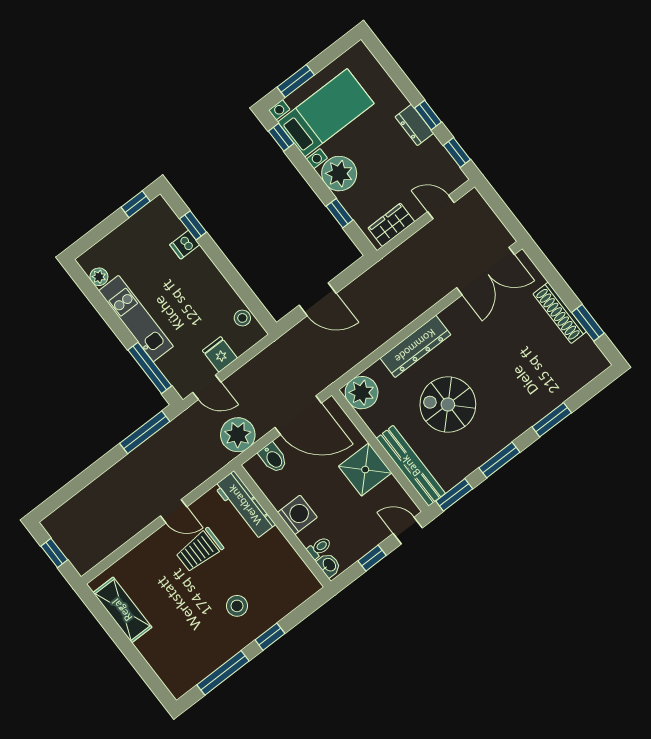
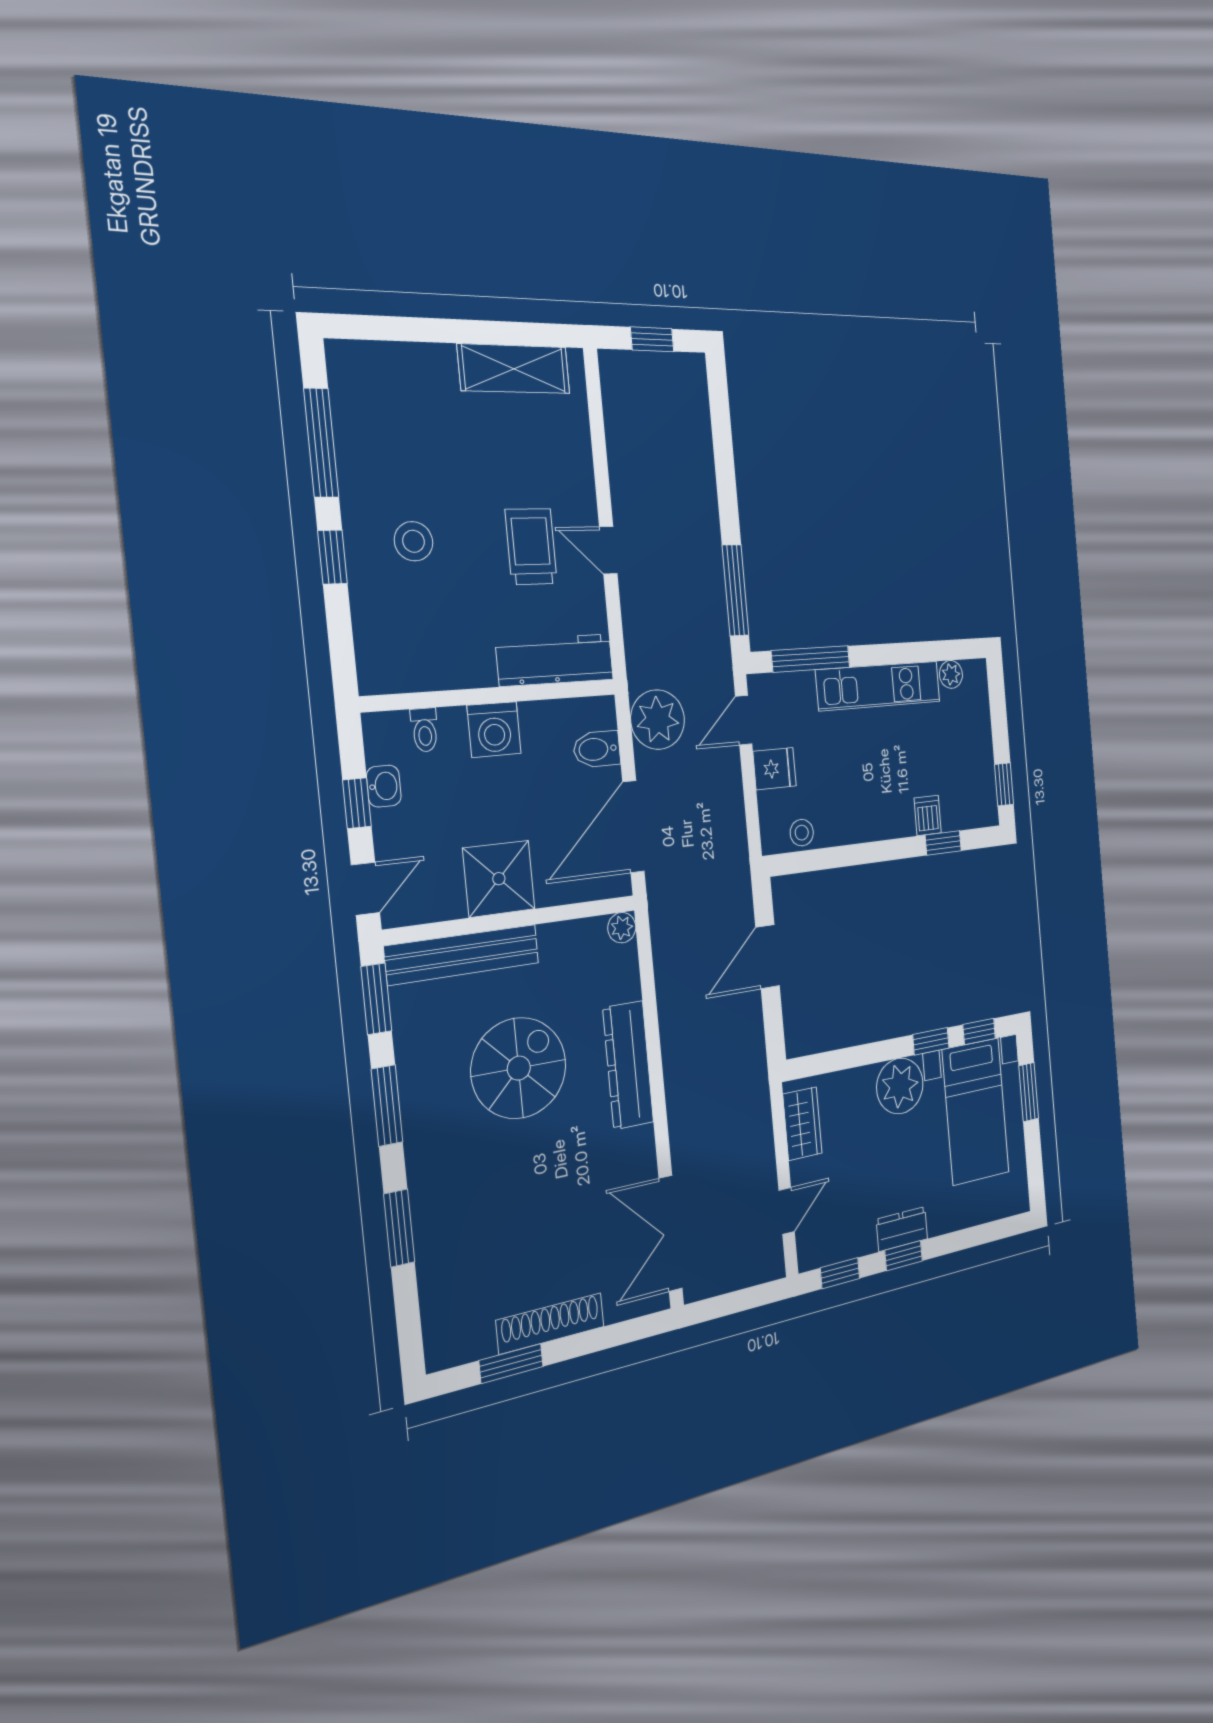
window: (340, 213) -> (931, 1041), moved
plant: (362, 393) -> (622, 928), width x0.53, depth x0.53
door: (174, 511) -> (608, 550), hinge flipped
washbasin: (329, 565) -> (384, 786), moved, turned -90

